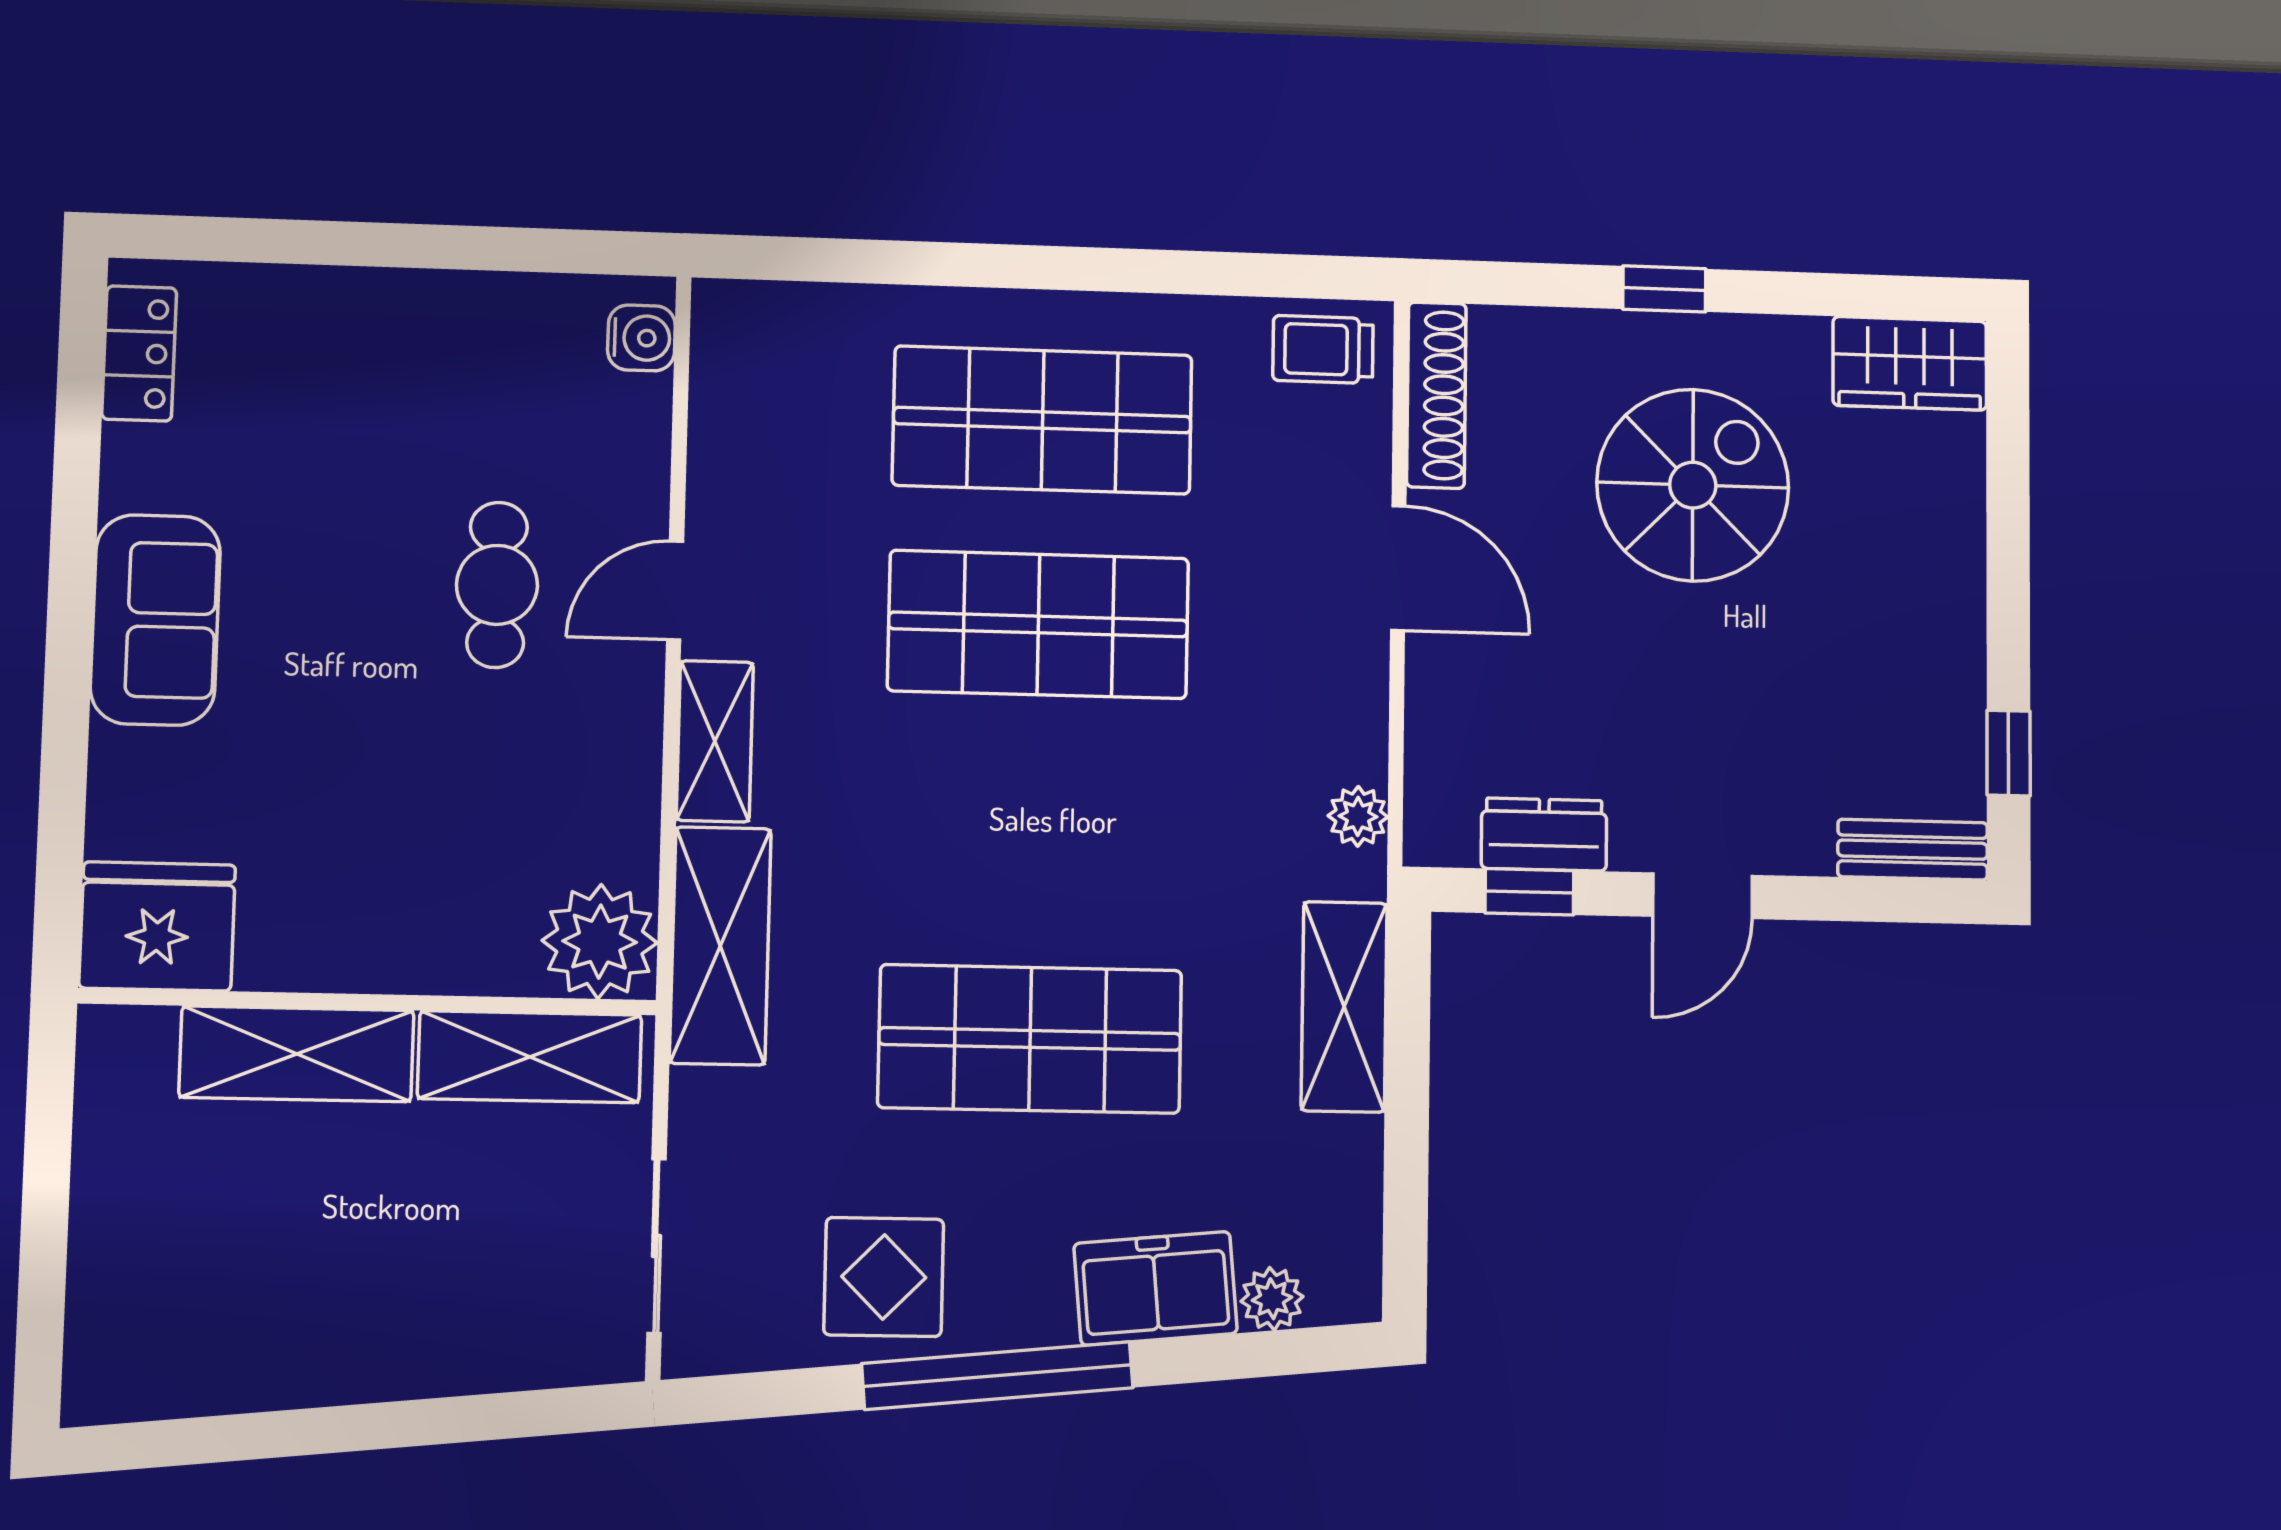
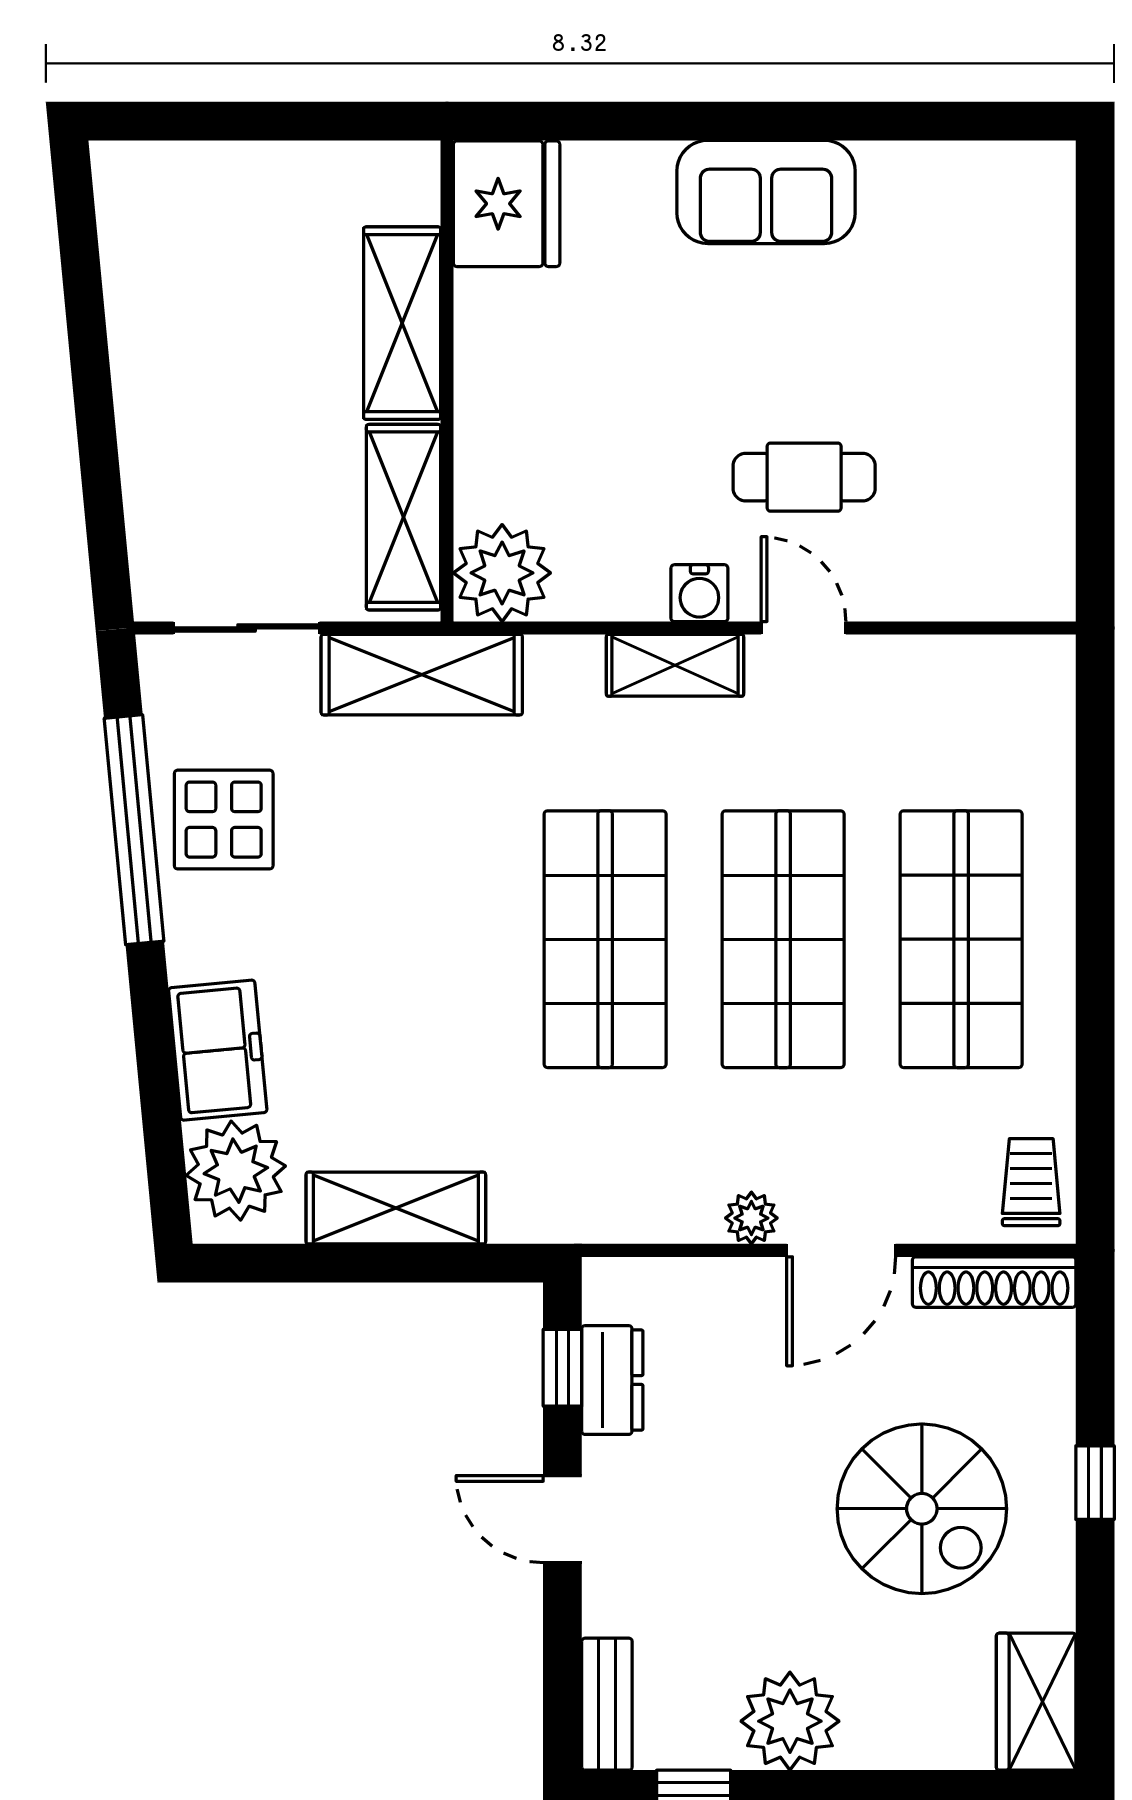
water cooler: (641, 338) -> (699, 593), moved
locker: (139, 353) -> (994, 169), removed
plant: (1932, 641) -> (790, 1721), added
plant: (1358, 816) -> (751, 1218), moved
shelving: (720, 946) -> (422, 675), moved
shelving: (1344, 1007) -> (396, 1208), moved
shop shelf: (1030, 1039) -> (605, 939), moved
plant: (1272, 1299) -> (236, 1171), width x1.88, depth x1.88
window: (997, 1376) -> (134, 830), moved

